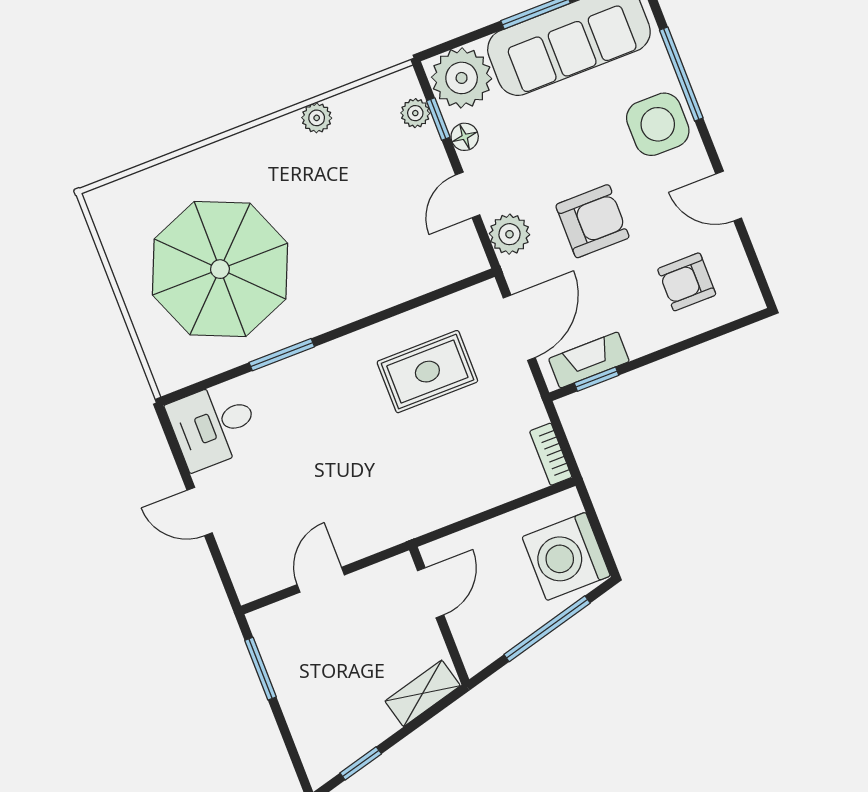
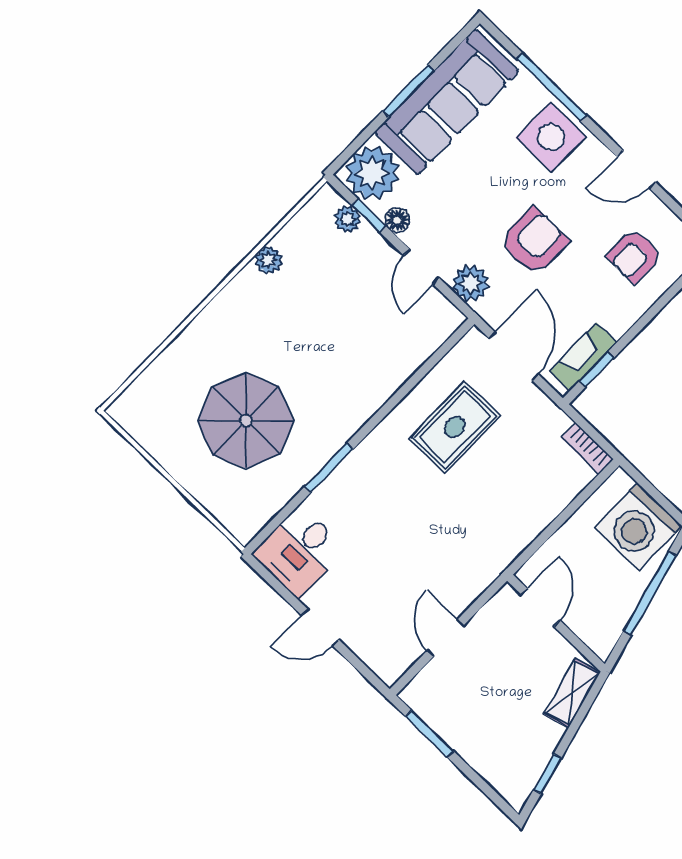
parasol: (220, 269) -> (246, 421), width x0.73, depth x0.73

